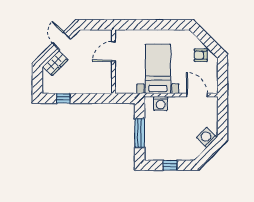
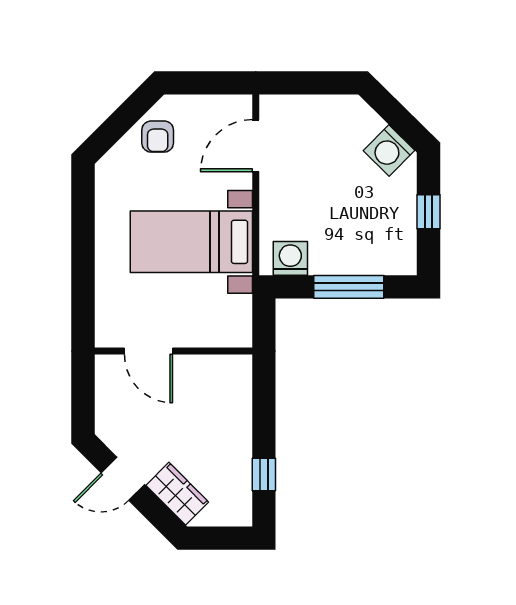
washing machine: (161, 103) -> (290, 258), moved, turned -90
washing machine: (207, 137) -> (389, 150), moved

